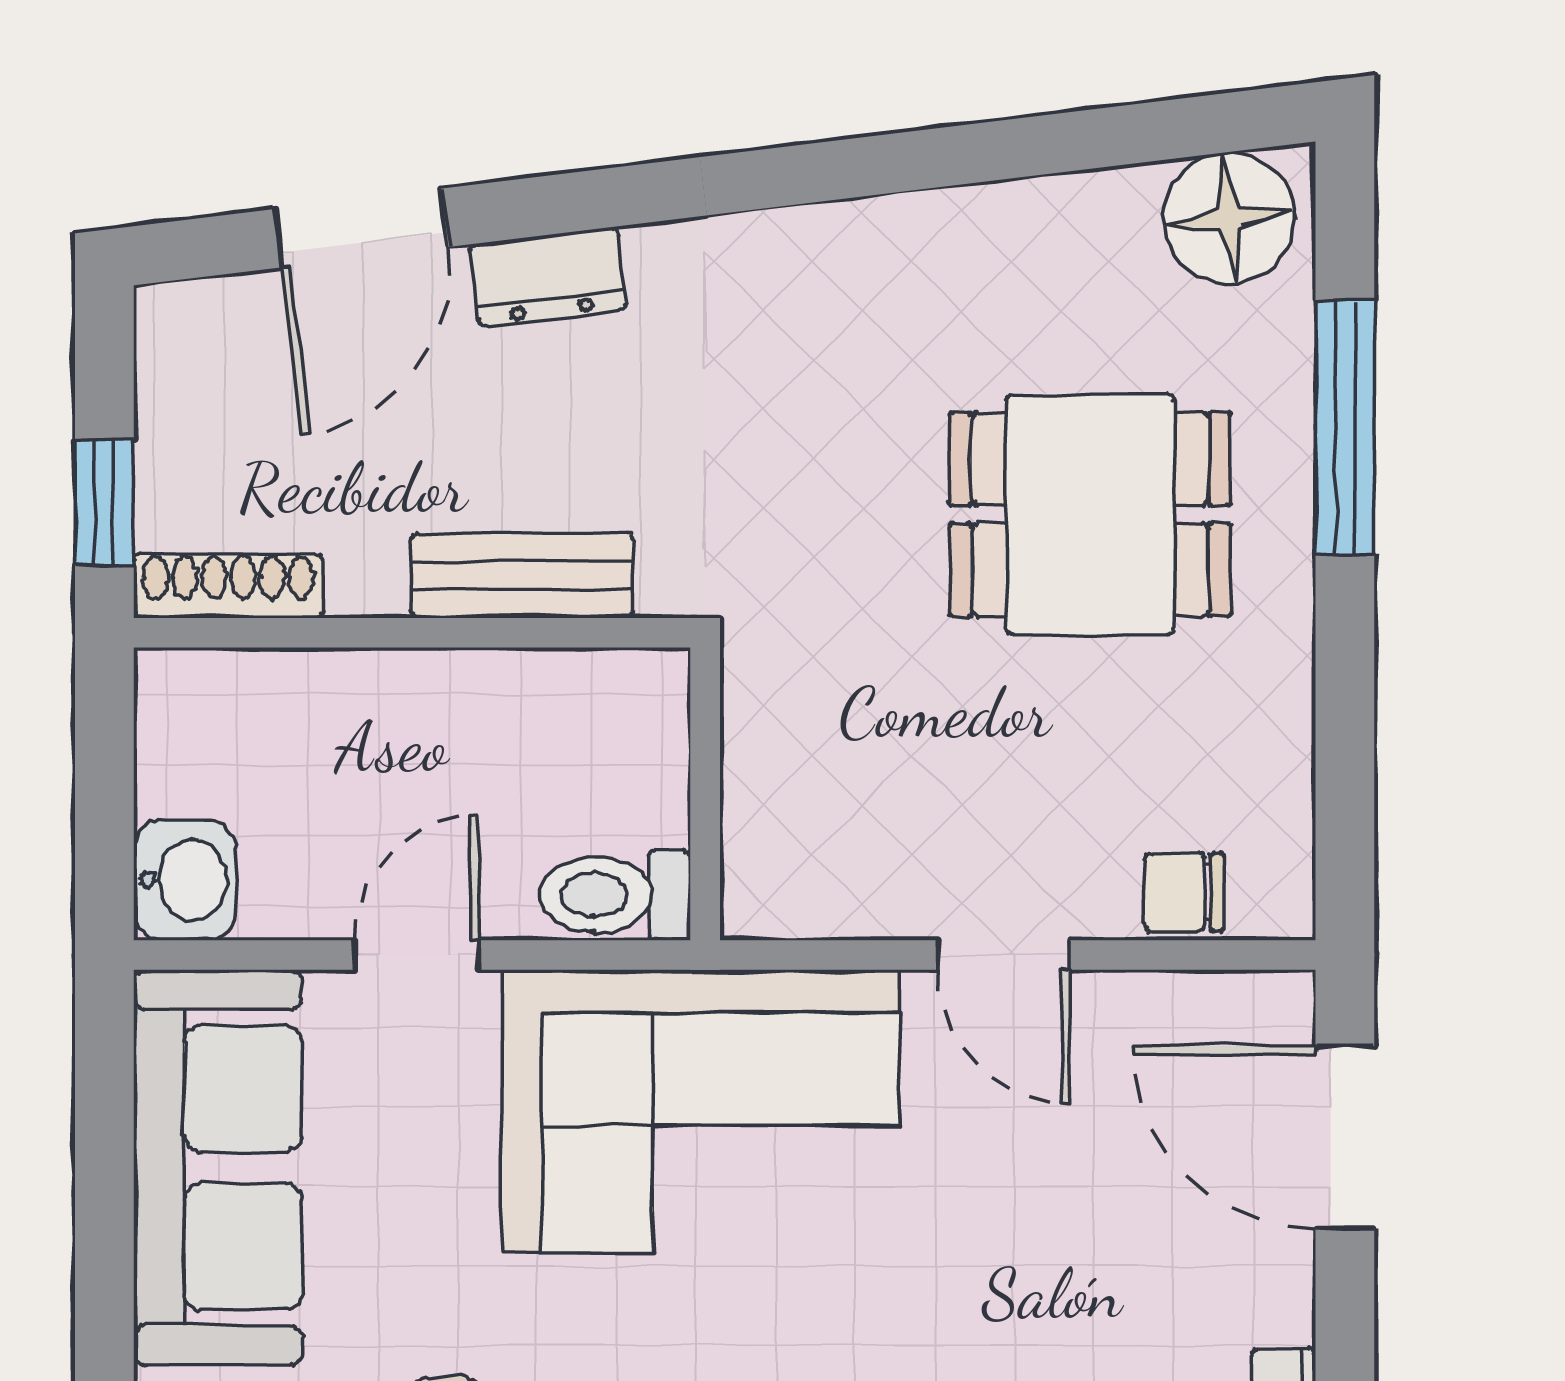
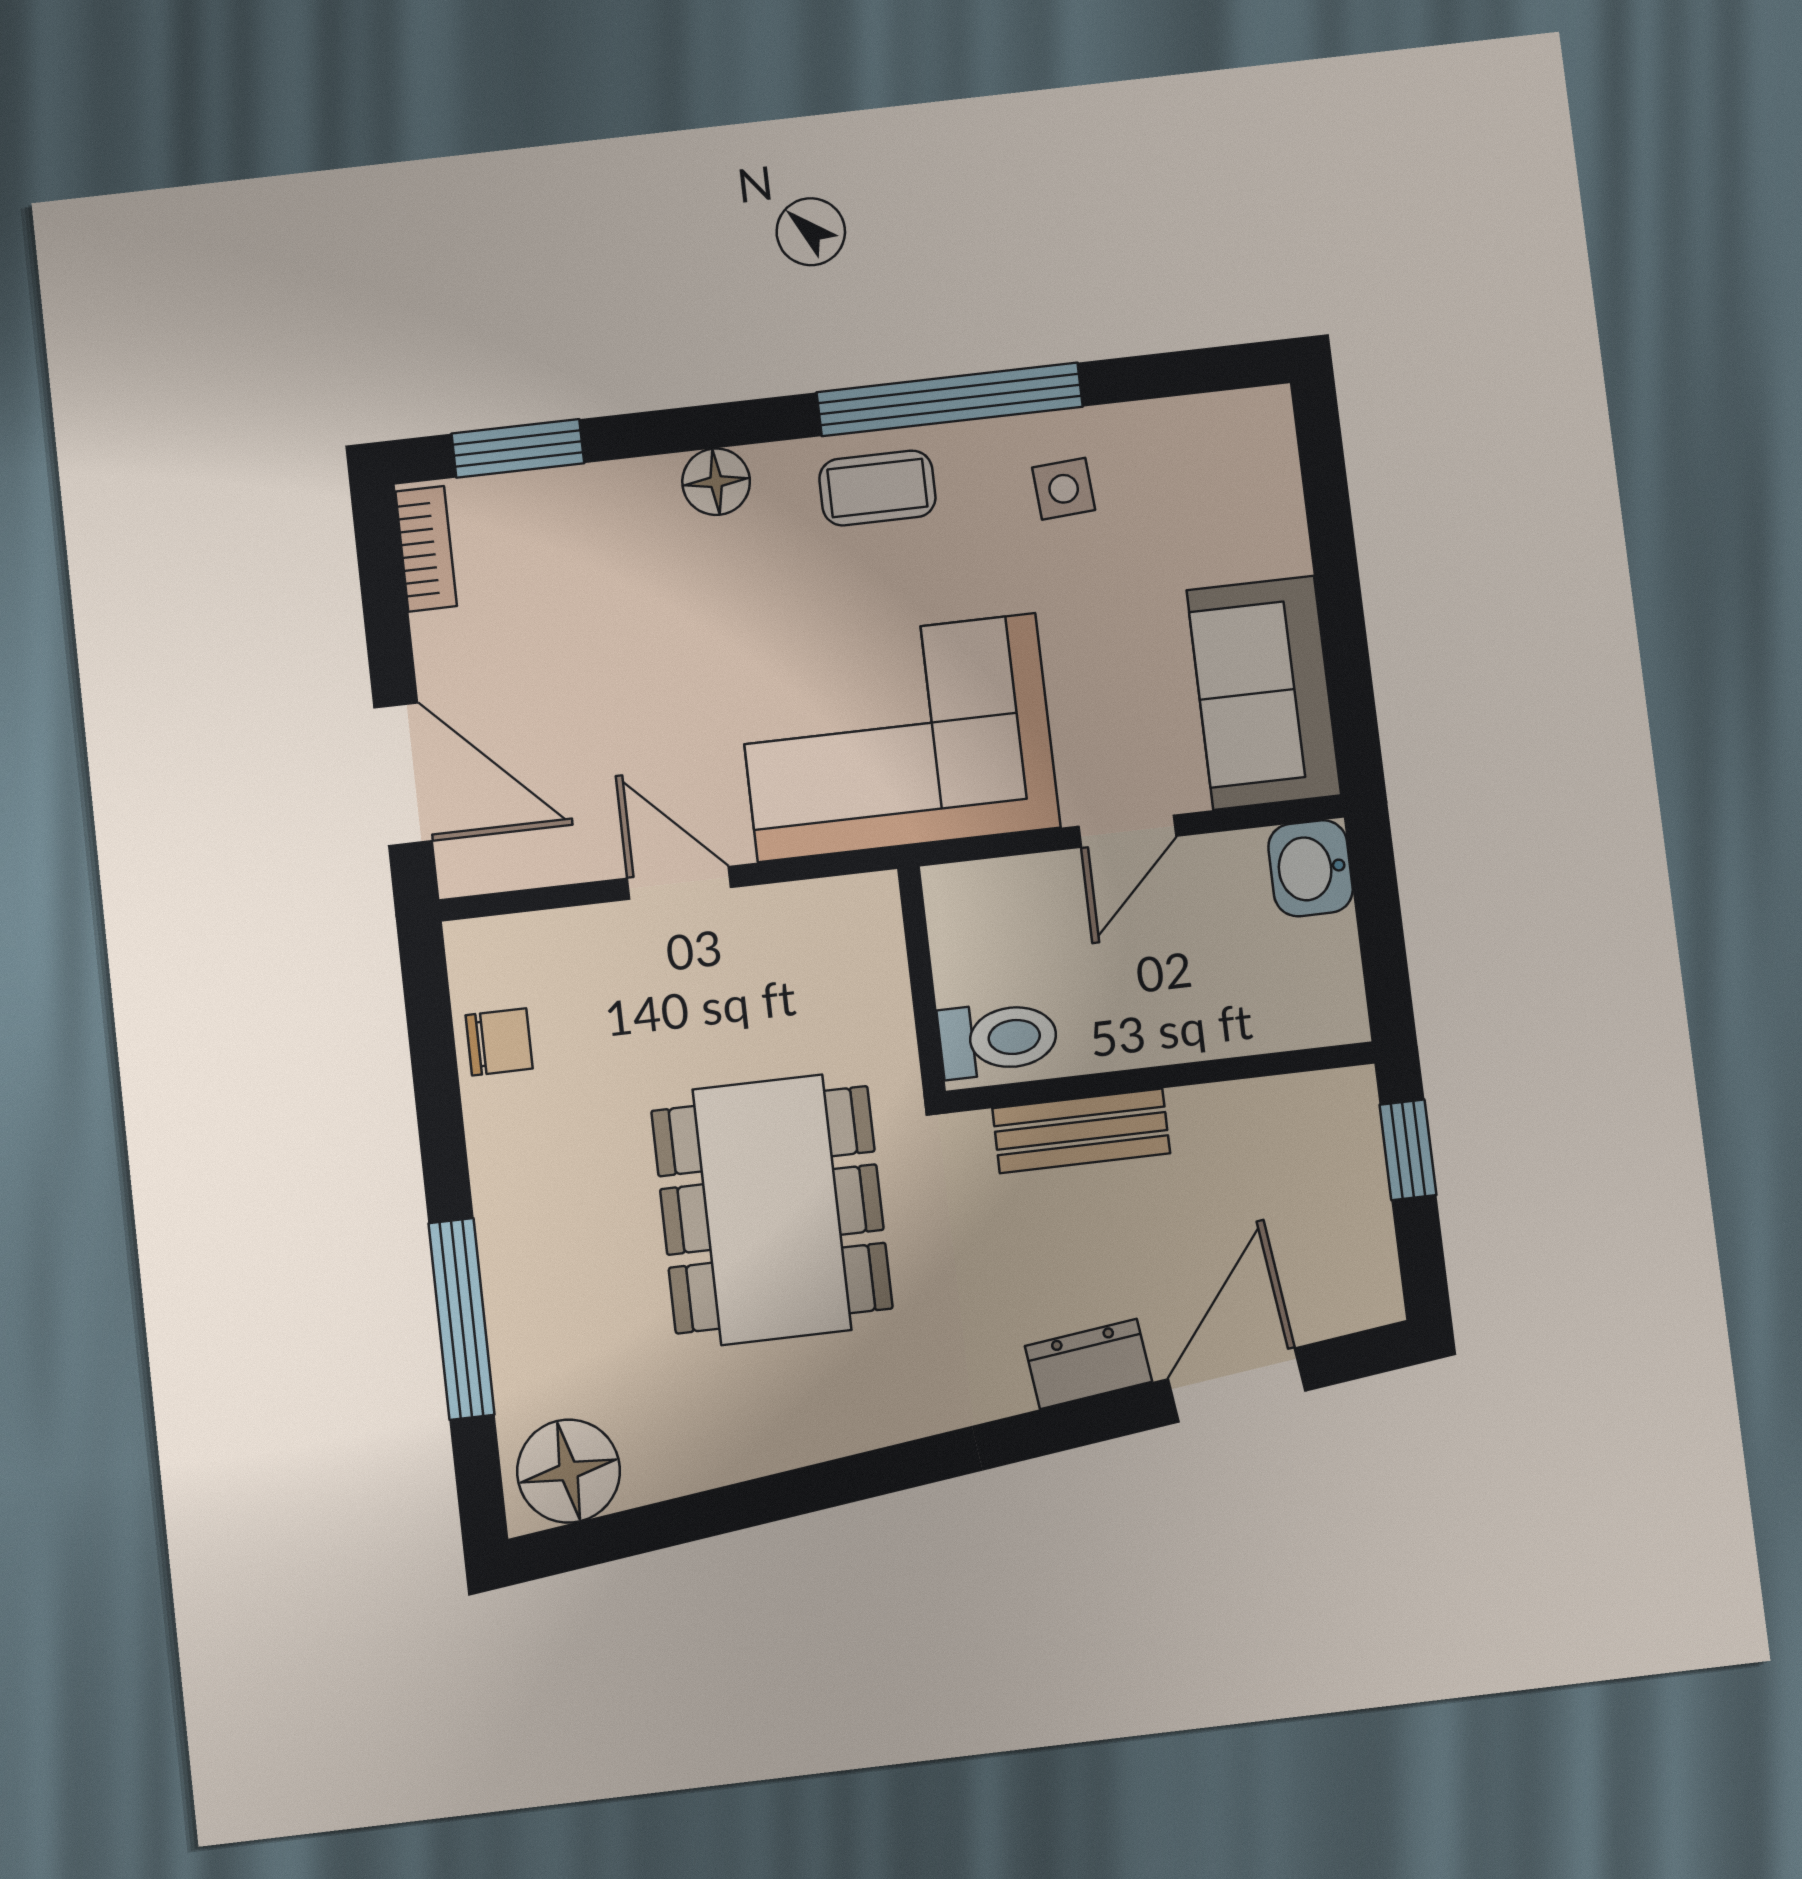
dining table: (1090, 514) -> (772, 1210), moved, width x1.38
shoe rack: (229, 586) -> (1305, 1097), removed
chair: (1184, 892) -> (499, 1042), moved
toilet: (615, 895) -> (998, 1039), moved
sofa: (218, 1167) -> (1264, 693), width x0.73

